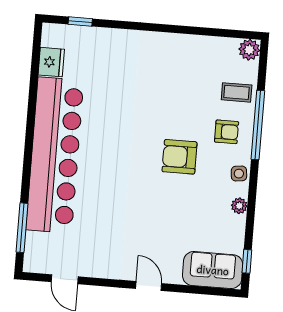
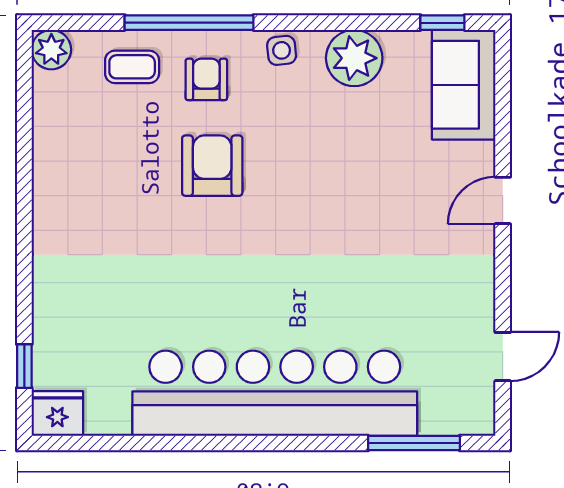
fridge: (51, 62) -> (57, 413), moved
coffee table: (237, 92) -> (132, 67), turned 90
armchair: (180, 157) -> (212, 166), moved, turned 180
plant: (239, 206) -> (354, 58), width x1.87, depth x1.87

